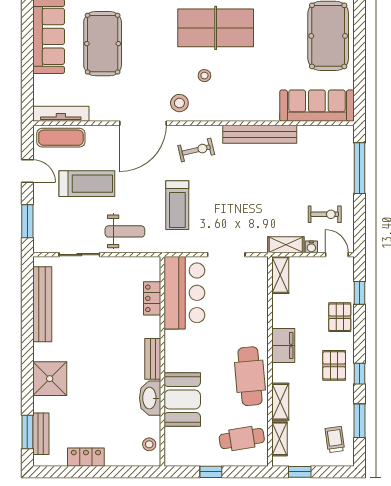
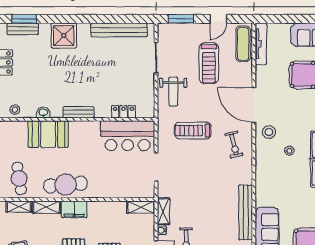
bench: (260, 134) -> (246, 212), moved
filing cabinet: (283, 346) -> (74, 209), moved
washbasin: (150, 398) -> (43, 113), width x0.52, depth x0.69

